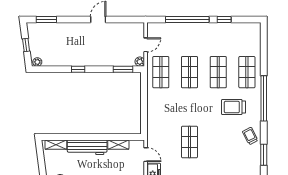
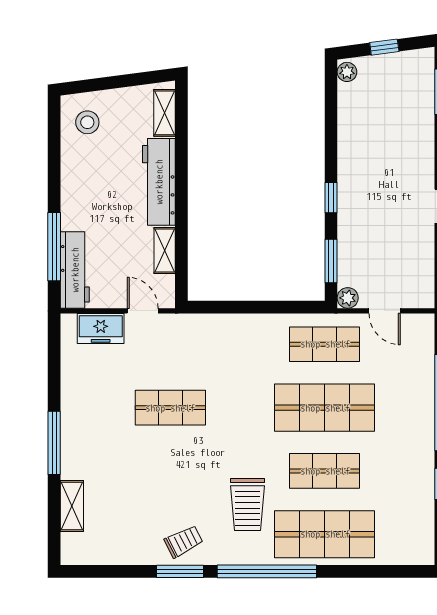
window: (78, 69) -> (331, 198), moved
shop shelf: (190, 72) -> (325, 408), width x1.43, depth x1.36
shop shelf: (247, 72) -> (325, 534), width x1.43, depth x1.36
trolley: (233, 107) -> (248, 505), turned 180
door: (146, 155) -> (143, 311), swing flipped
window: (264, 155) -> (180, 571), moved

